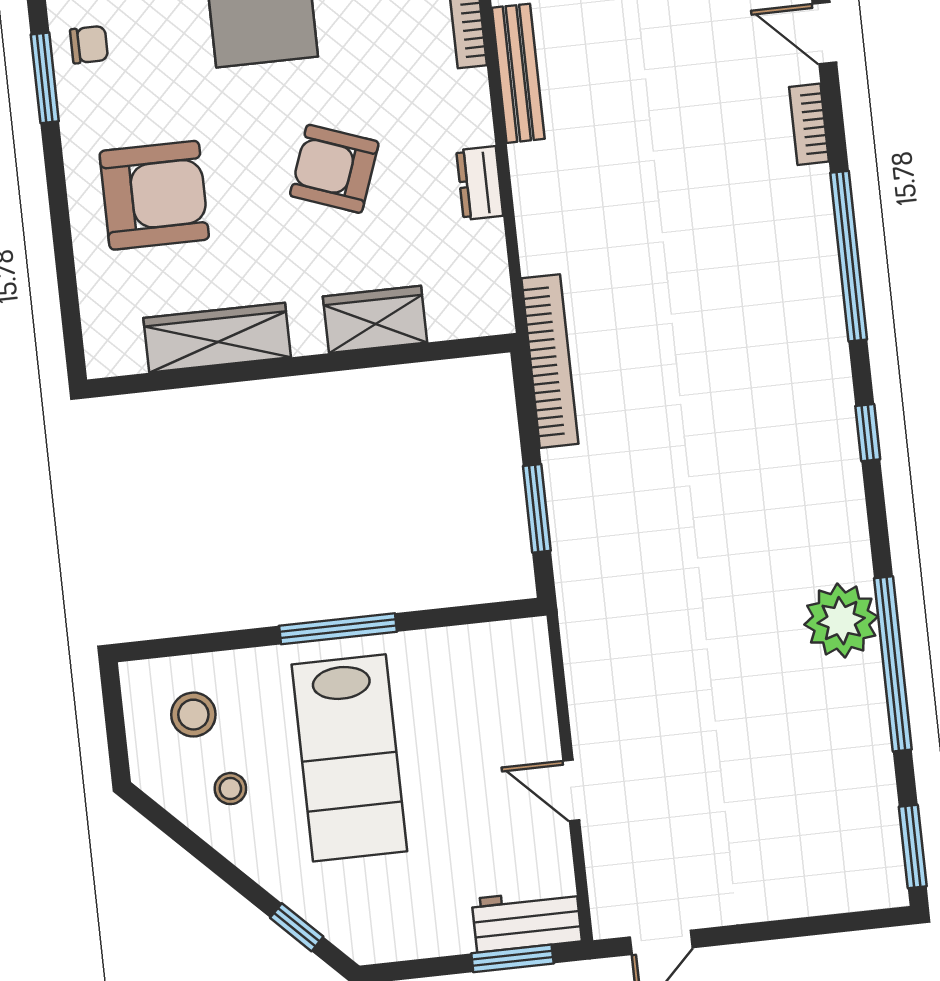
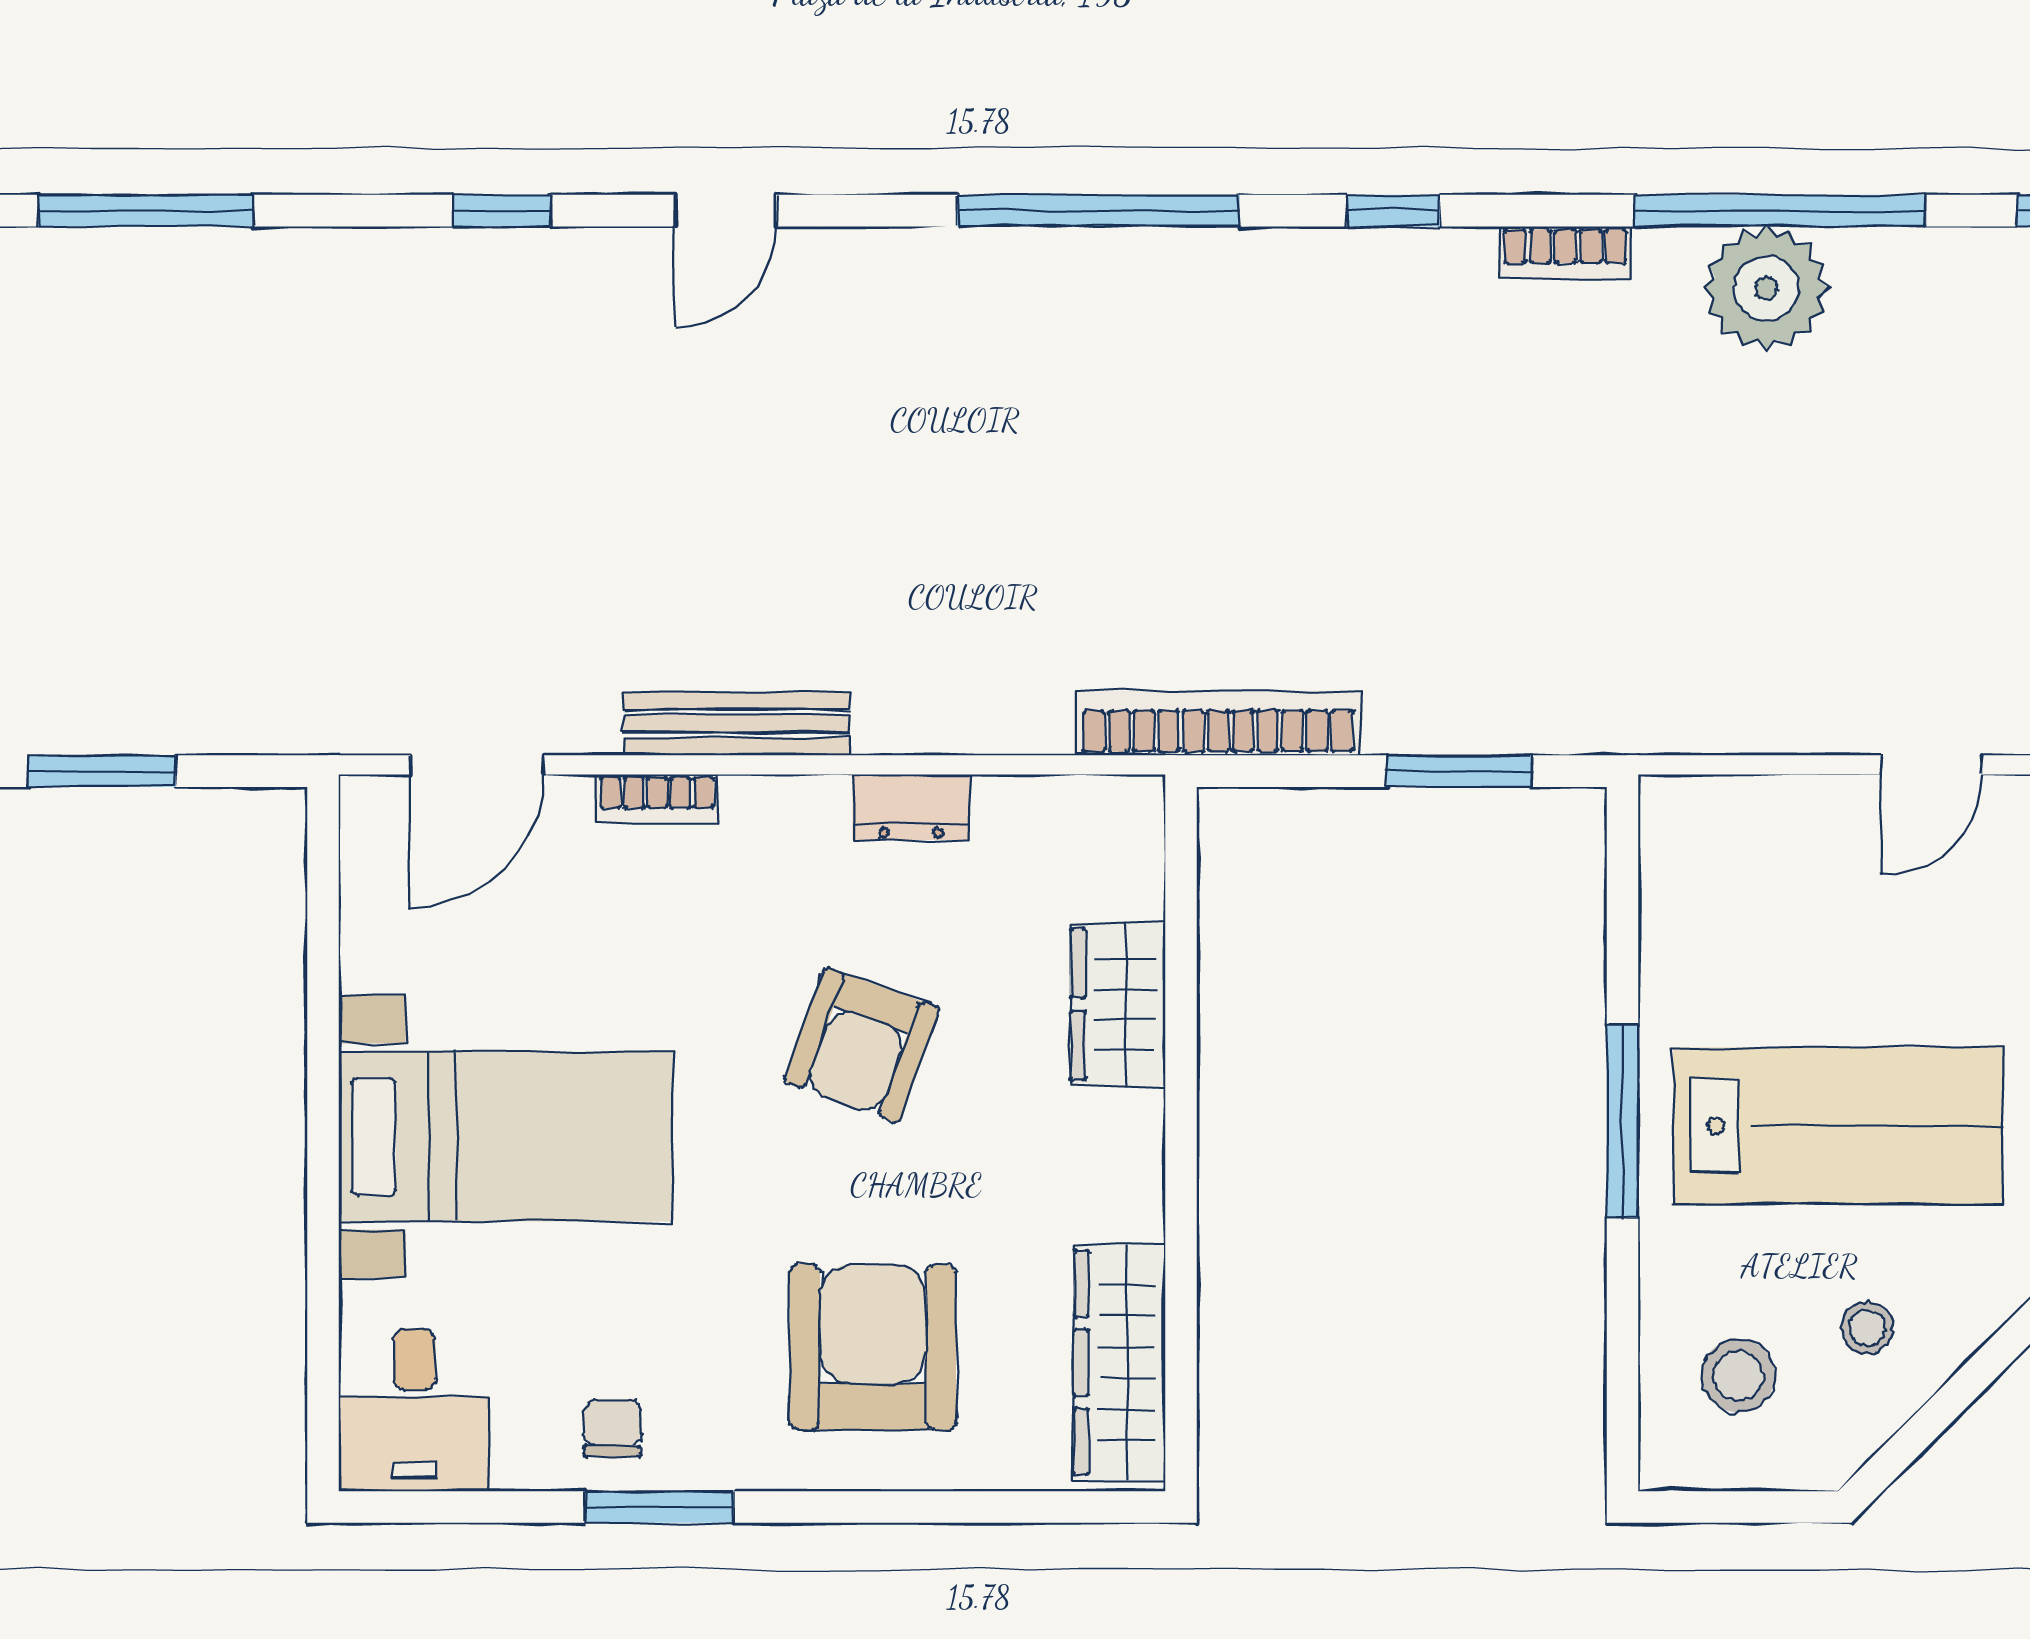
bookcase: (809, 124) -> (1565, 252), moved
wardrobe: (217, 338) -> (1120, 1363), moved
plant: (841, 621) -> (1766, 288), moved

